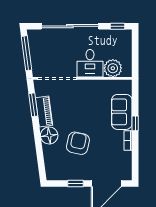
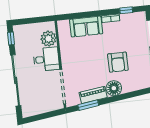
window: (26, 53) -> (44, 116), removed
window: (135, 123) -> (126, 10), moved
armchair: (78, 143) -> (118, 62), turned -102

